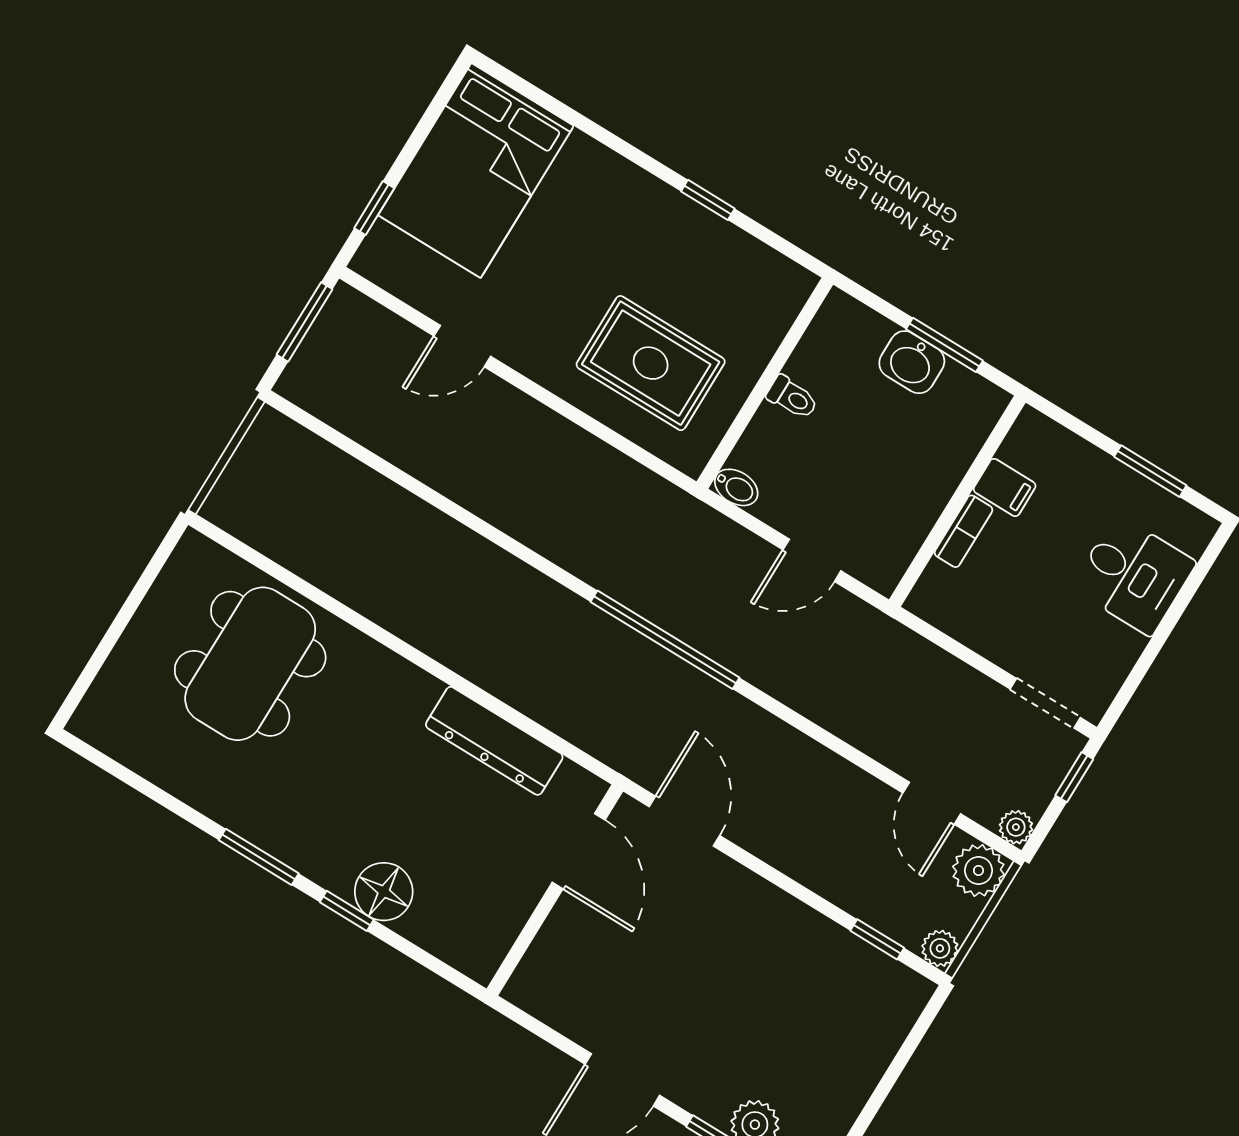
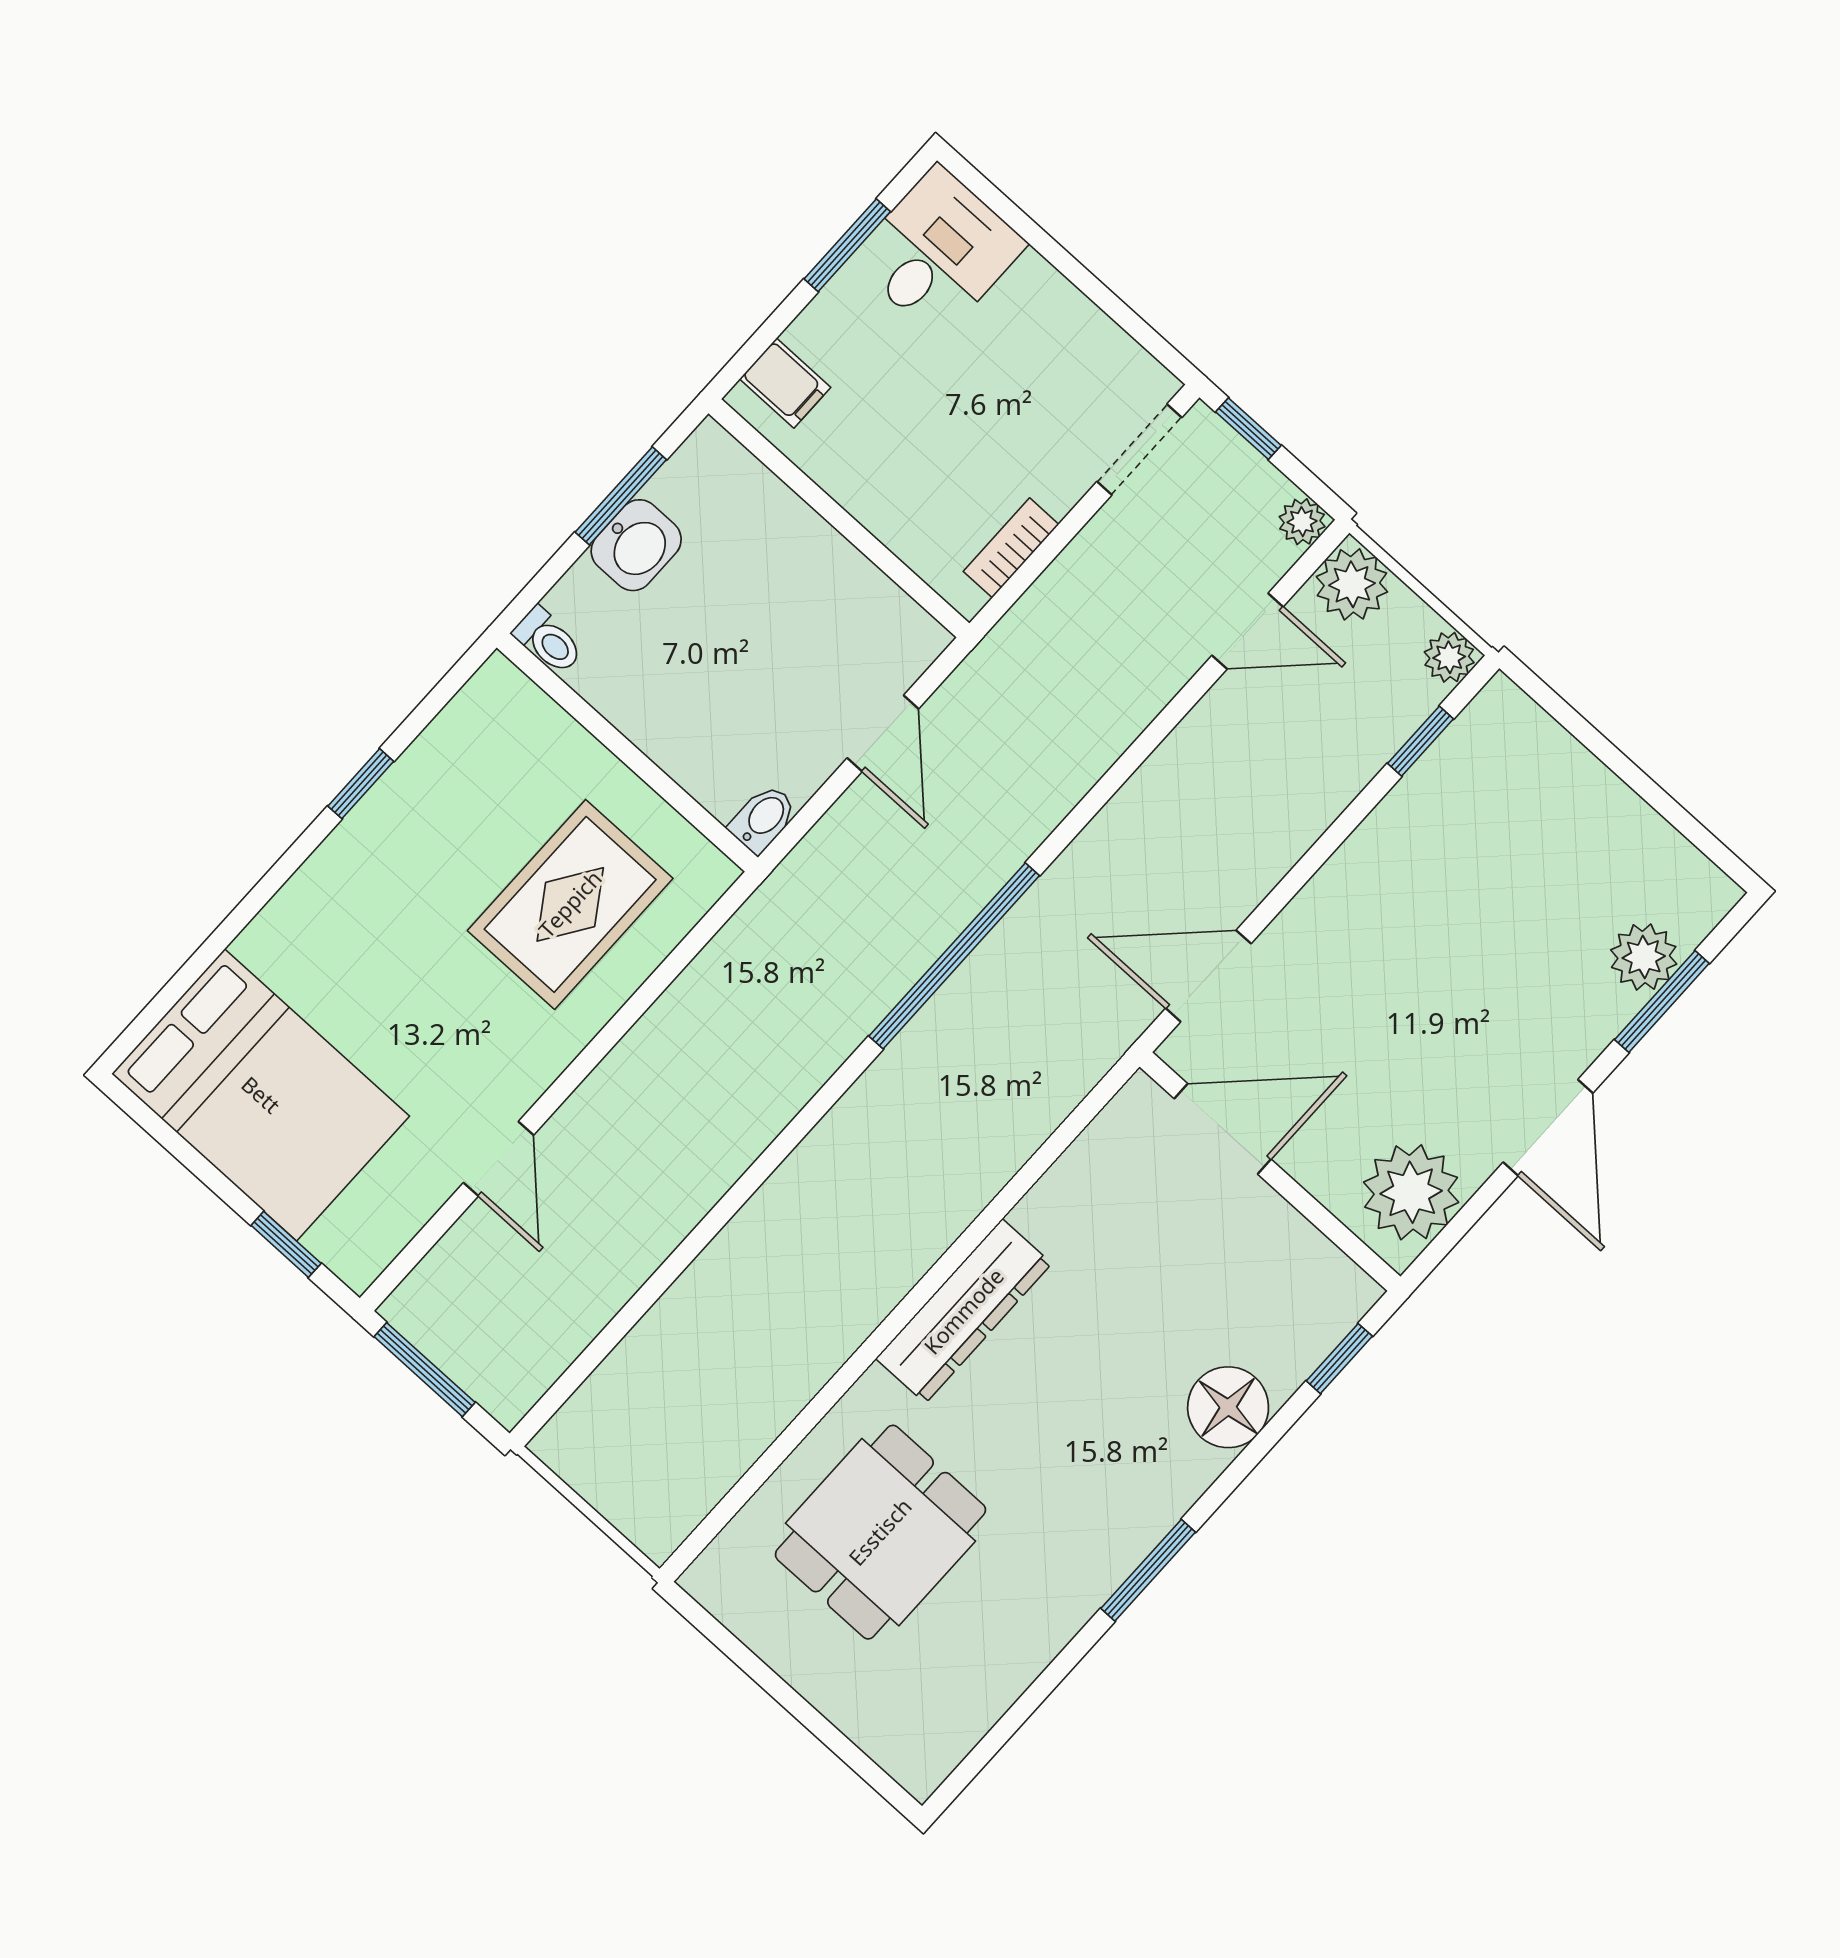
toilet: (792, 397) -> (548, 641), moved, turned 90
filing cabinet: (1005, 487) -> (785, 383), moved, turned 90
bookcase: (963, 531) -> (1011, 548), moved, turned -90
desk: (1134, 575) -> (938, 252), moved
dining table: (250, 664) -> (880, 1532), width x0.73
dresser: (494, 741) -> (964, 1311), moved
window: (347, 911) -> (1339, 1359), moved
plant: (559, 992) -> (1411, 1192), added

